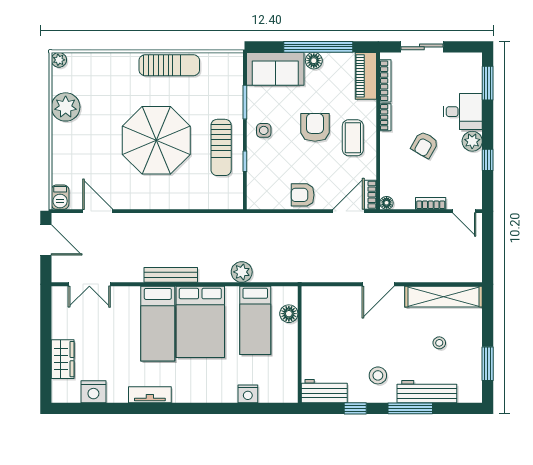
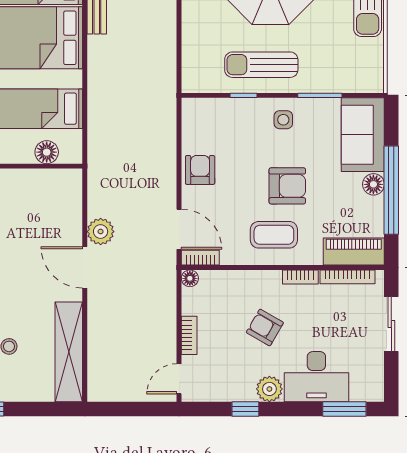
desk: (463, 112) -> (316, 377), width x1.37
plant: (242, 272) -> (101, 232), moved

